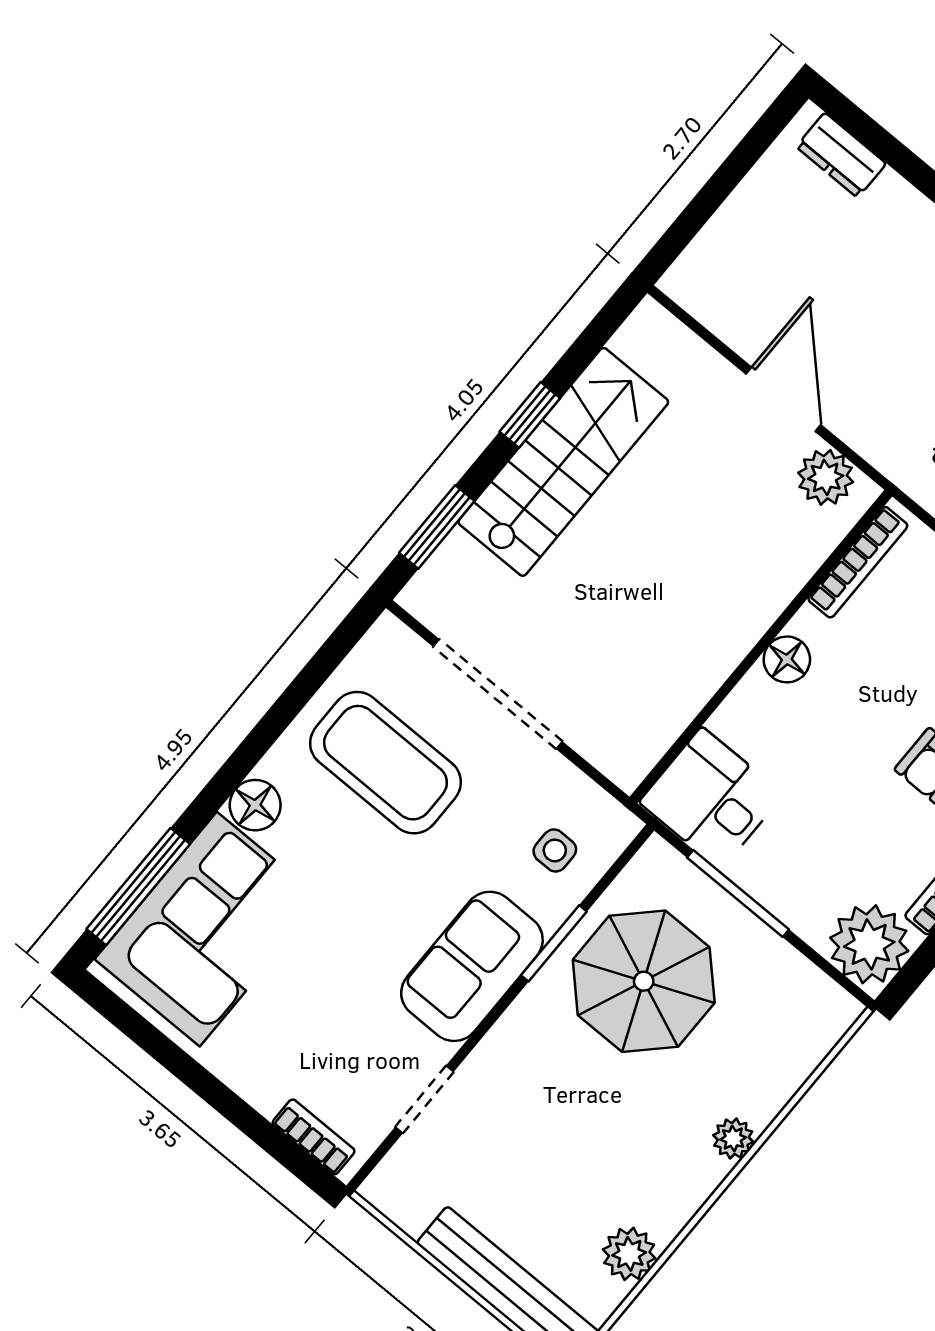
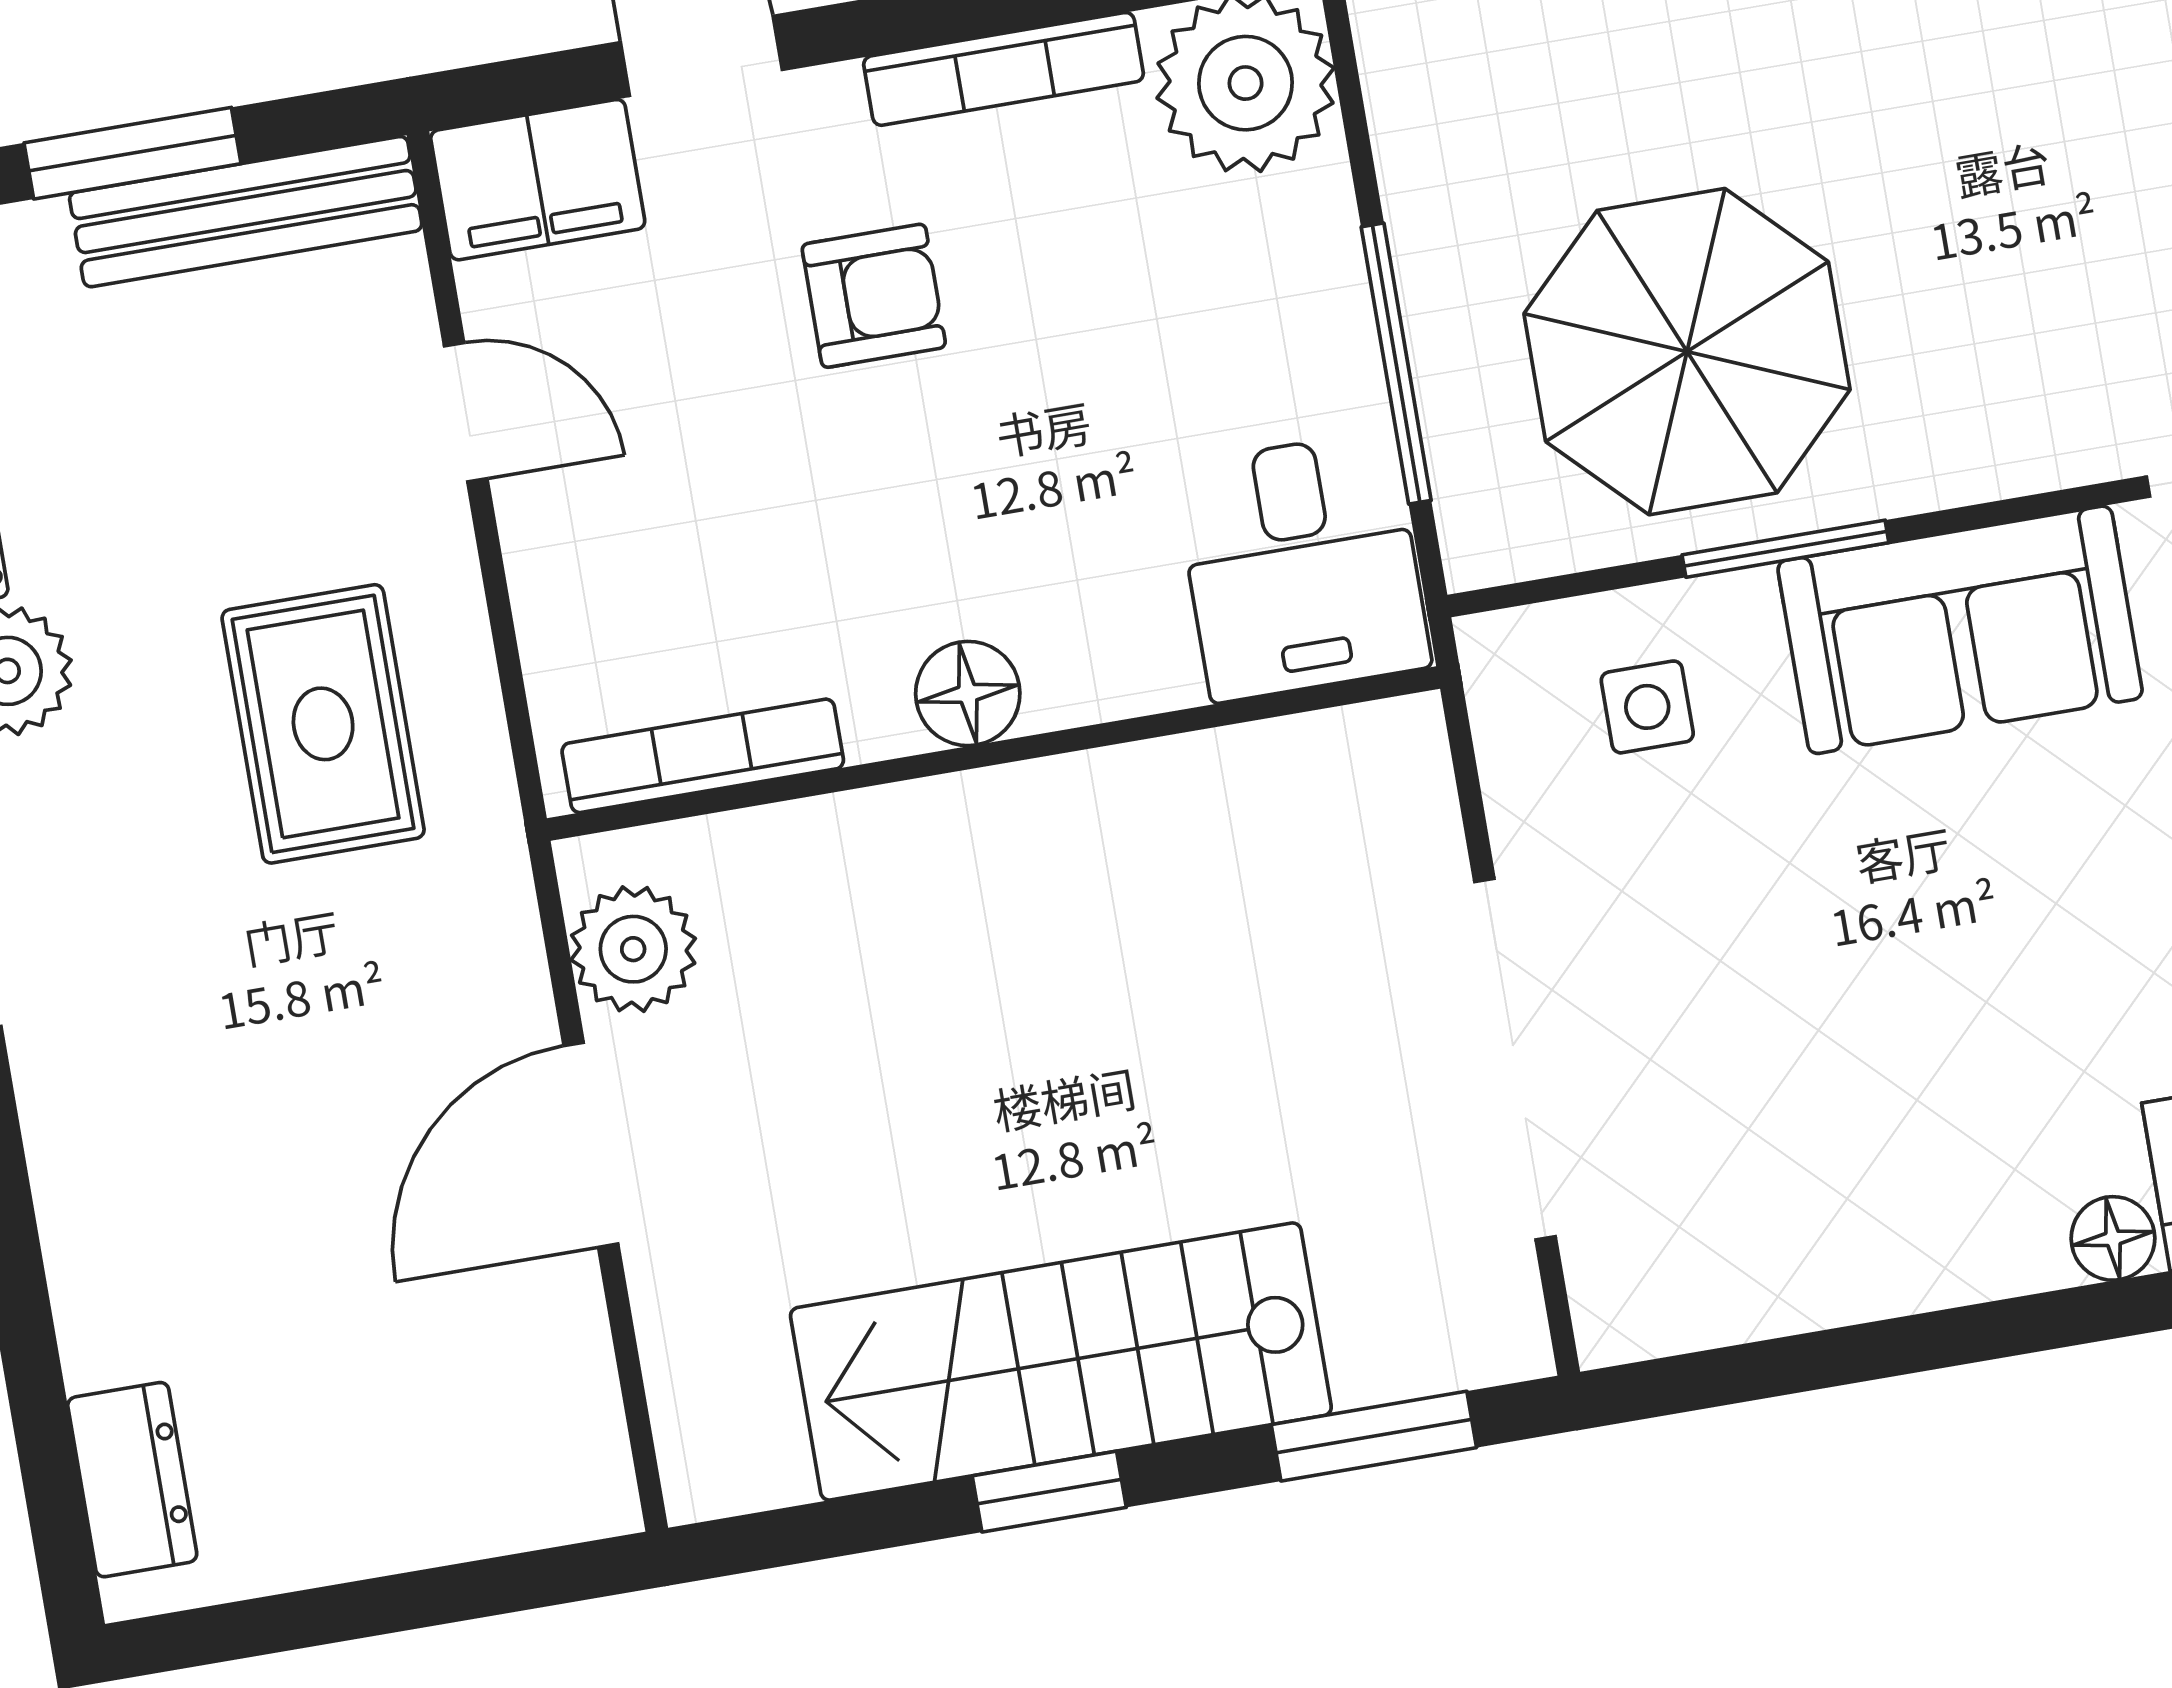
coffee table: (385, 763) -> (1809, 1107), removed
floor lamp: (255, 805) -> (2113, 1238), width x0.73, depth x0.73

